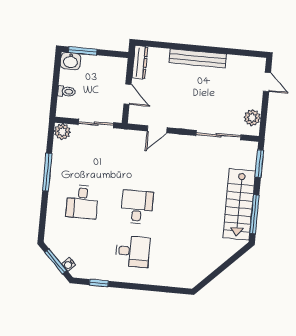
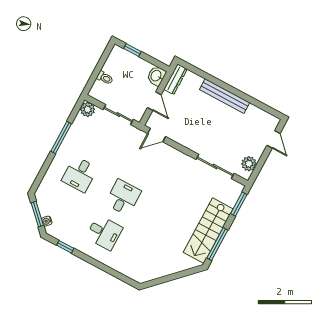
window: (83, 51) -> (132, 50), width x0.67
washbasin: (71, 61) -> (156, 76), moved, turned 90
door: (157, 129) -> (157, 135), moved

